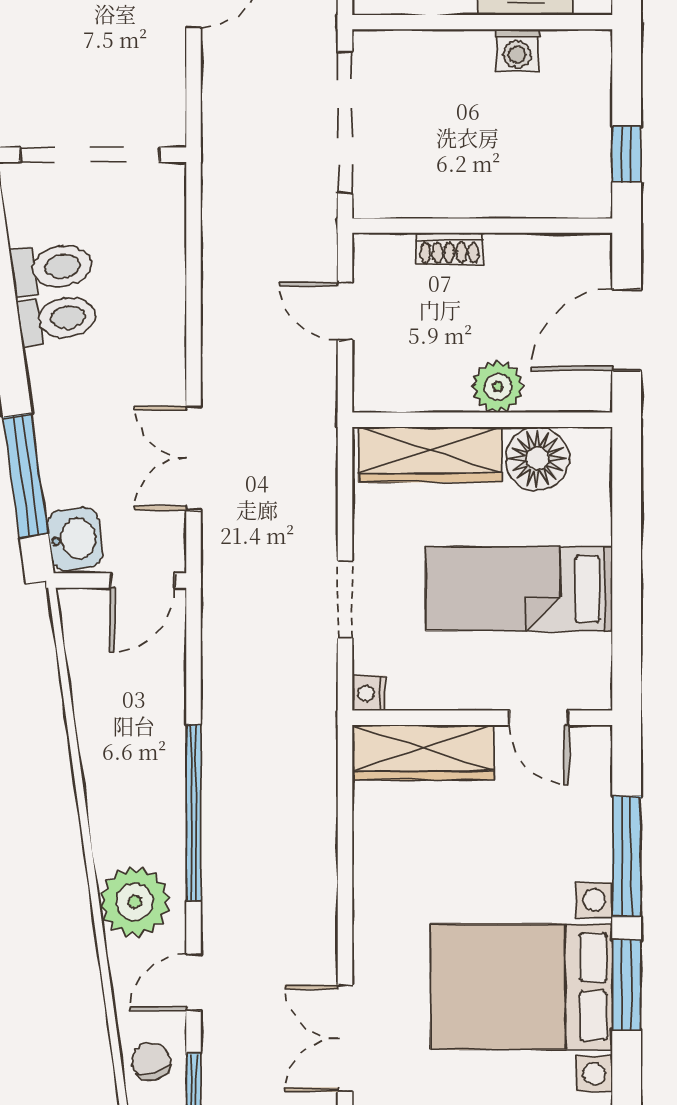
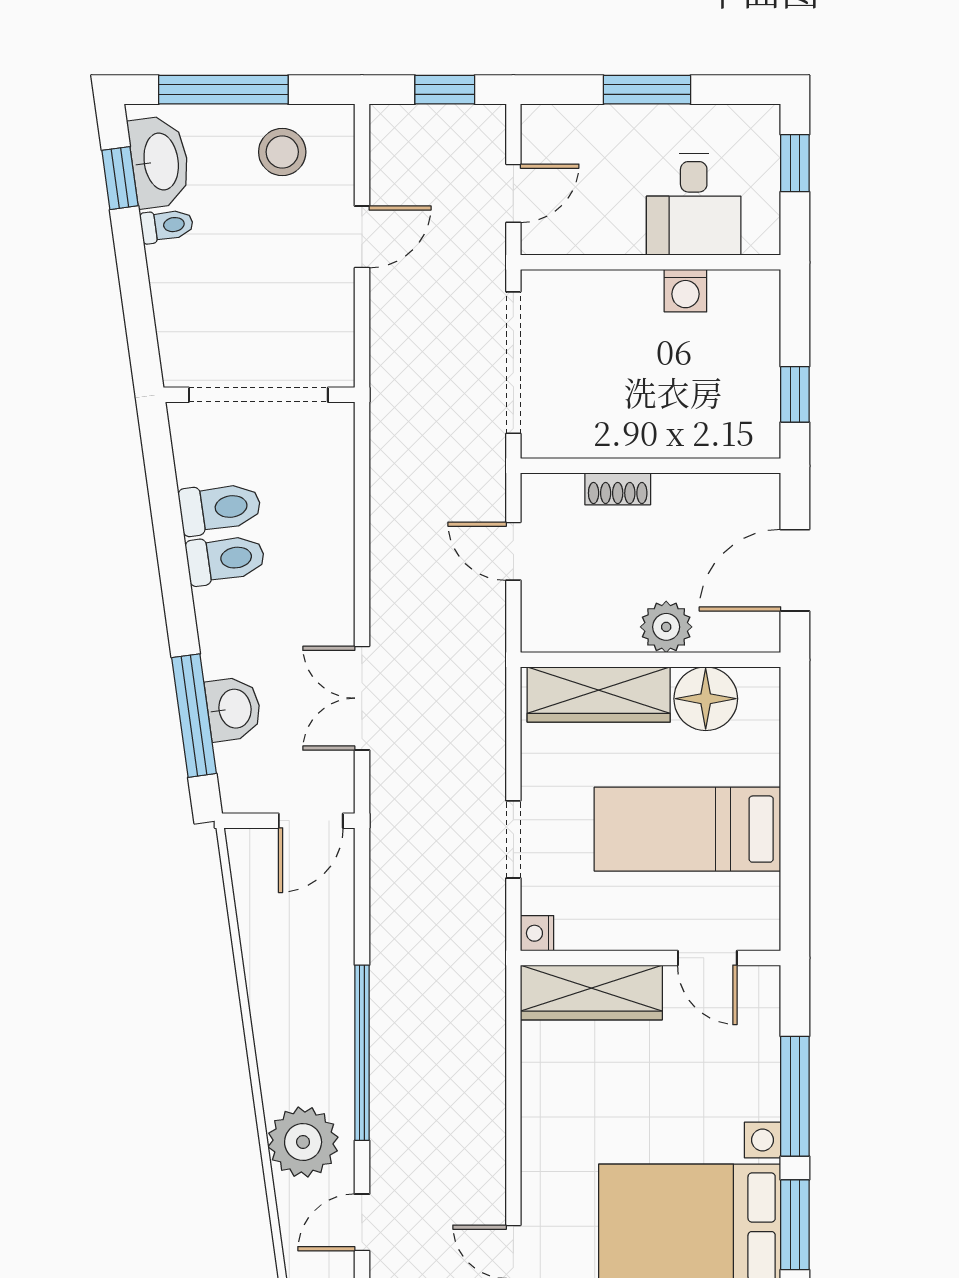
washbasin: (75, 539) -> (233, 709), moved

